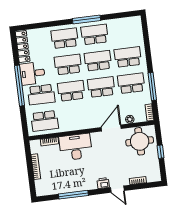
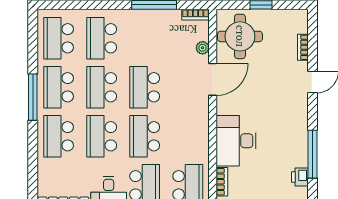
school desk: (131, 83) -> (59, 38), moved
door: (111, 128) -> (213, 79), swing flipped
printer: (103, 183) -> (300, 177), moved

